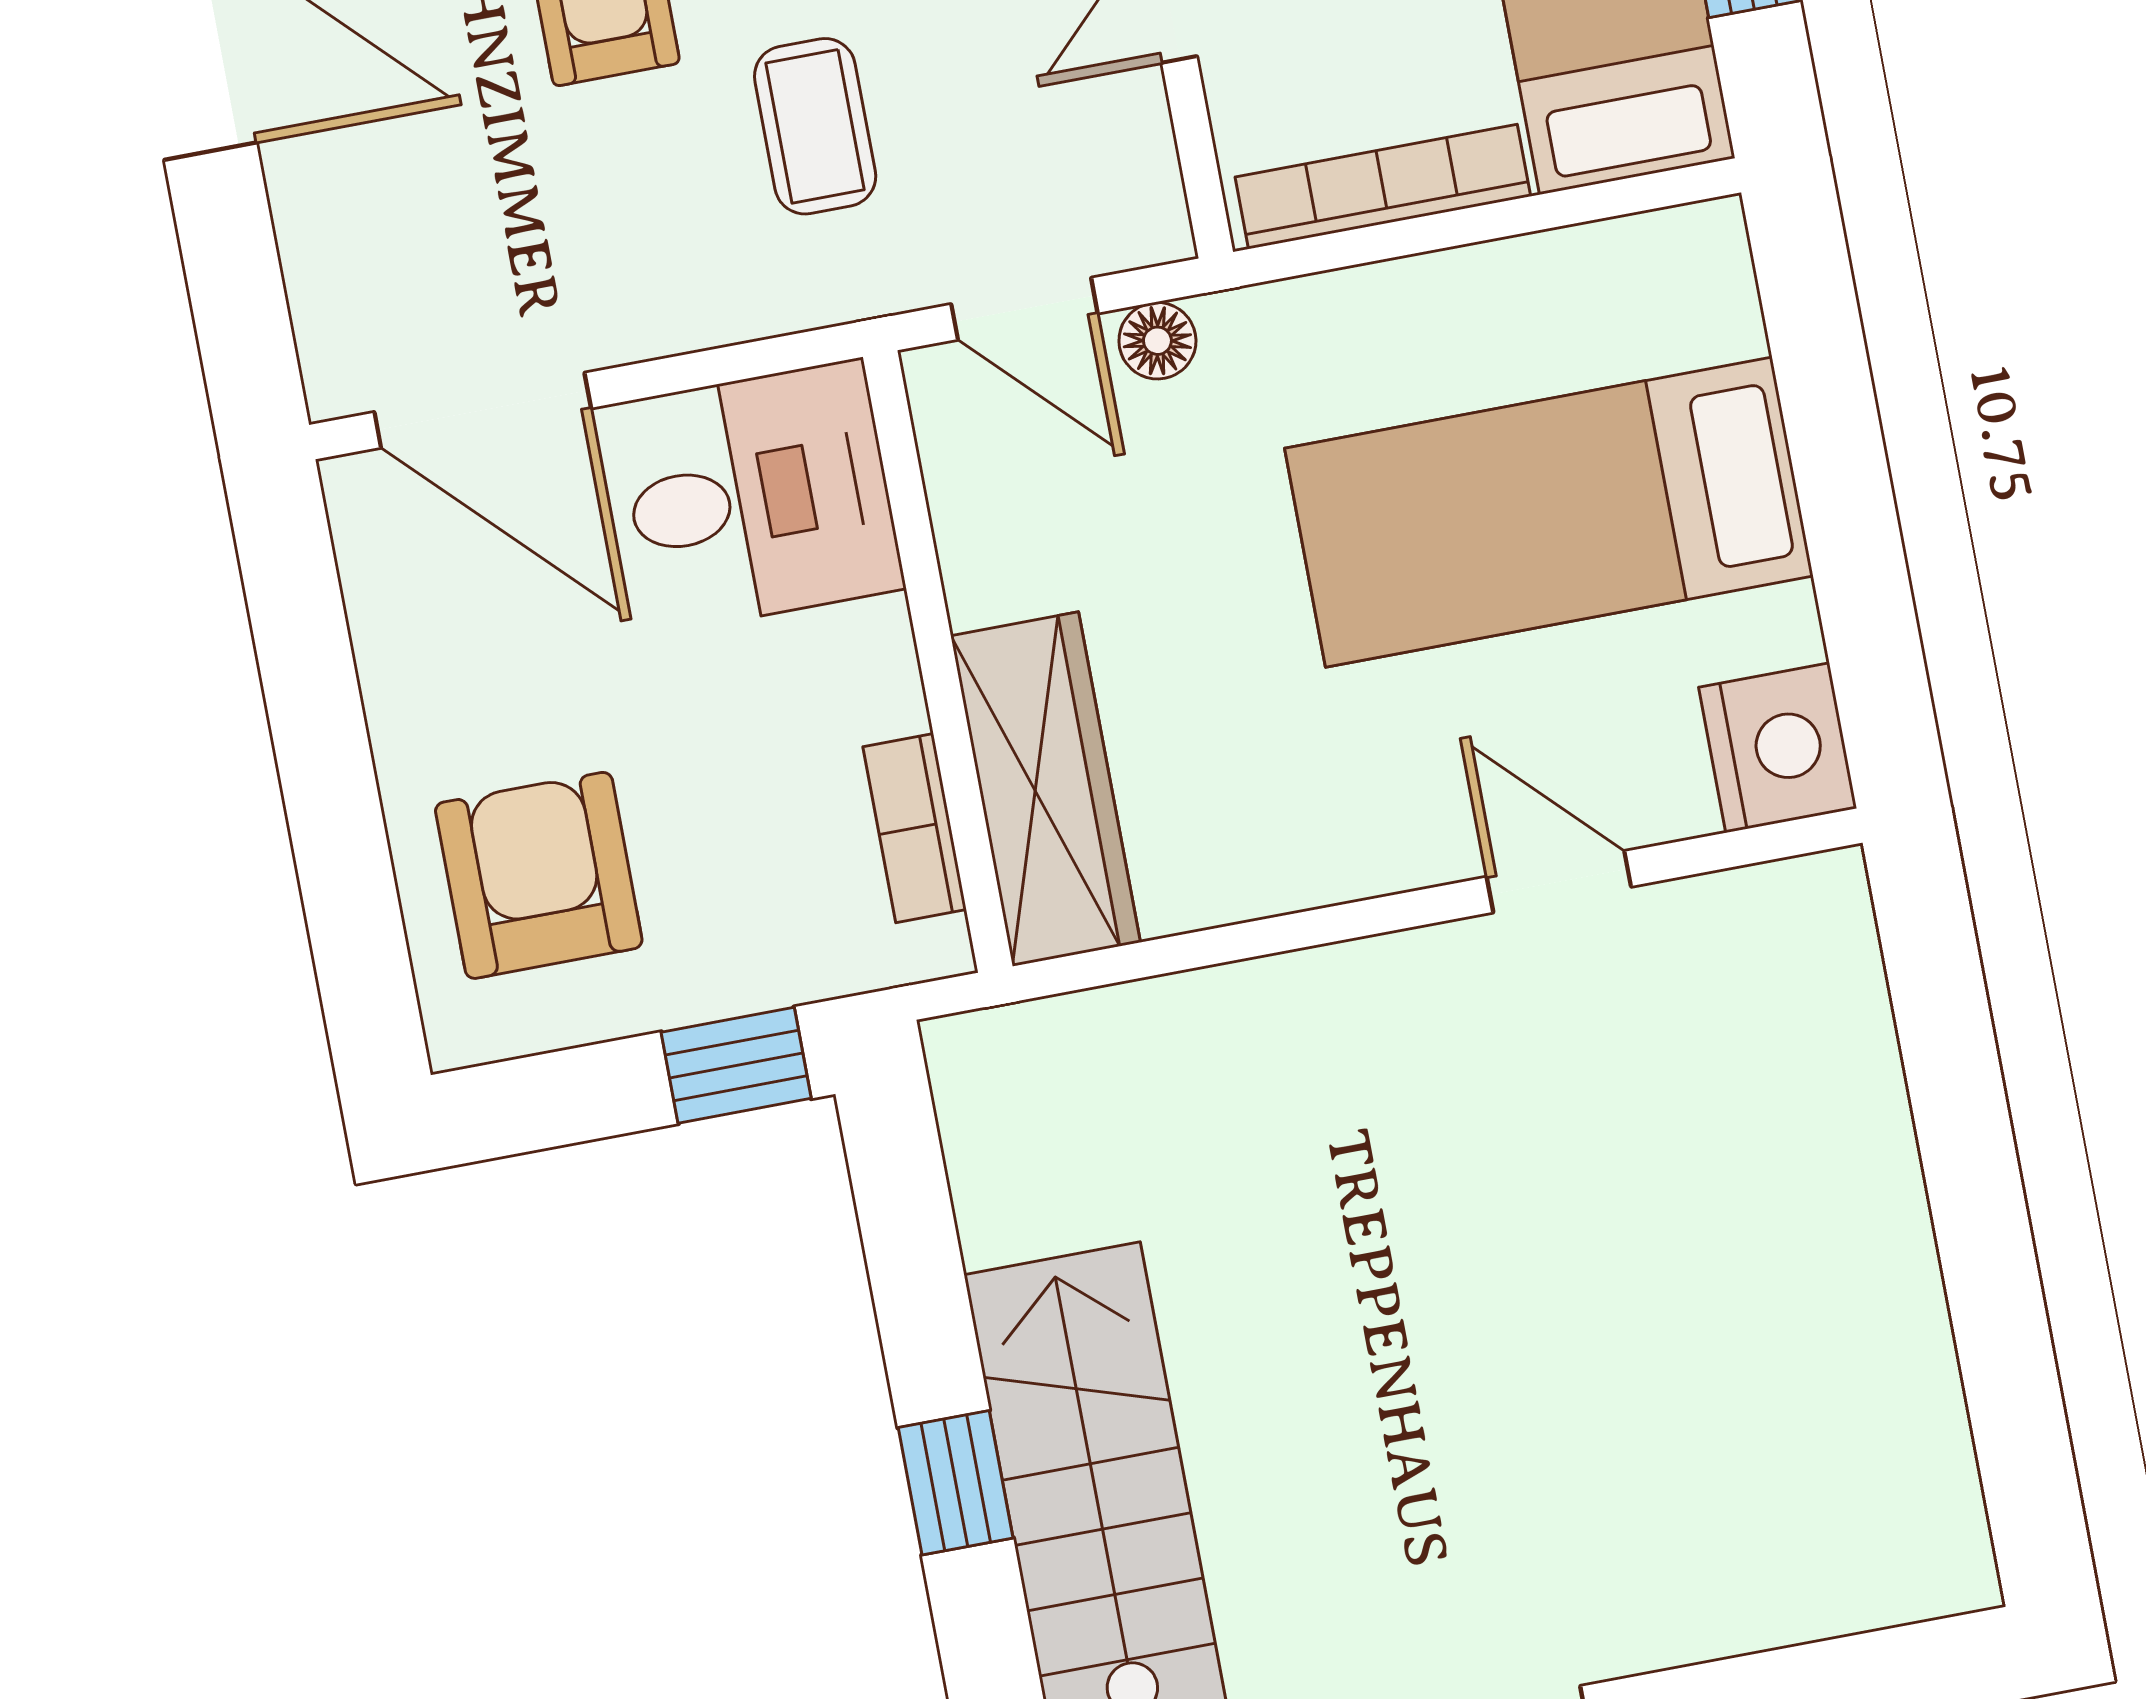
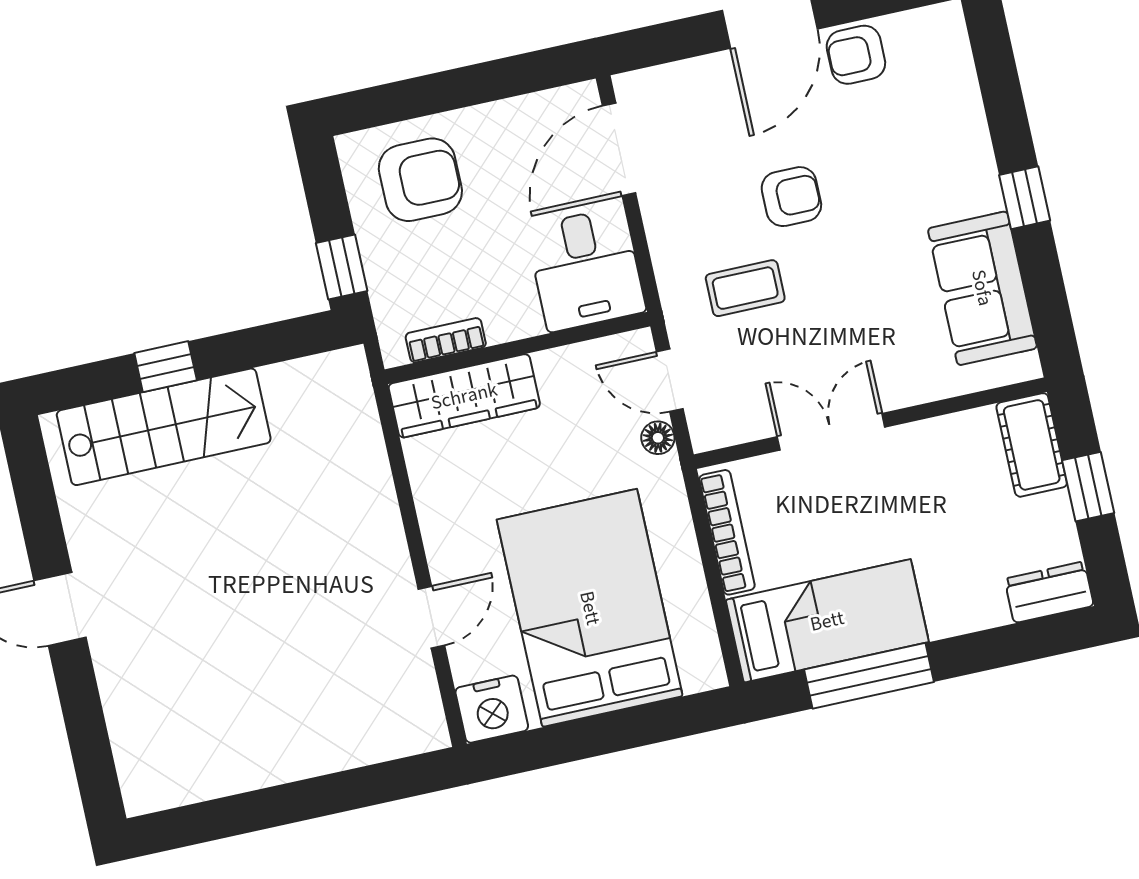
door: (1024, 309) -> (670, 380), hinge flipped
bed: (1549, 512) -> (590, 608), width x1.50

